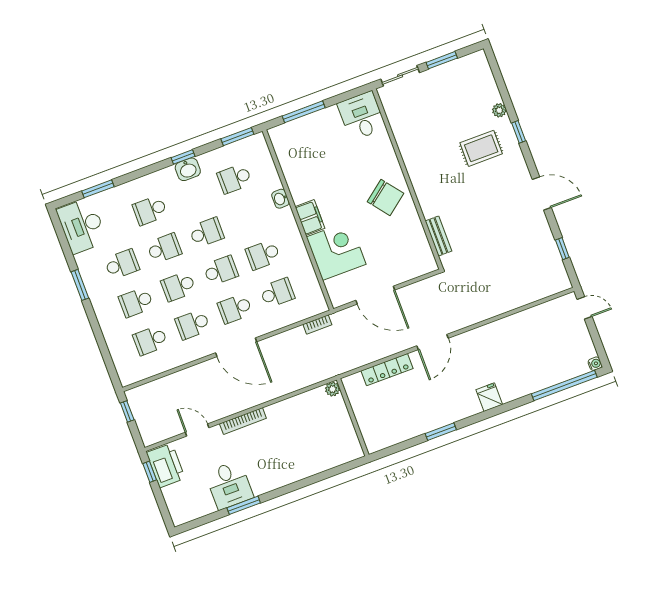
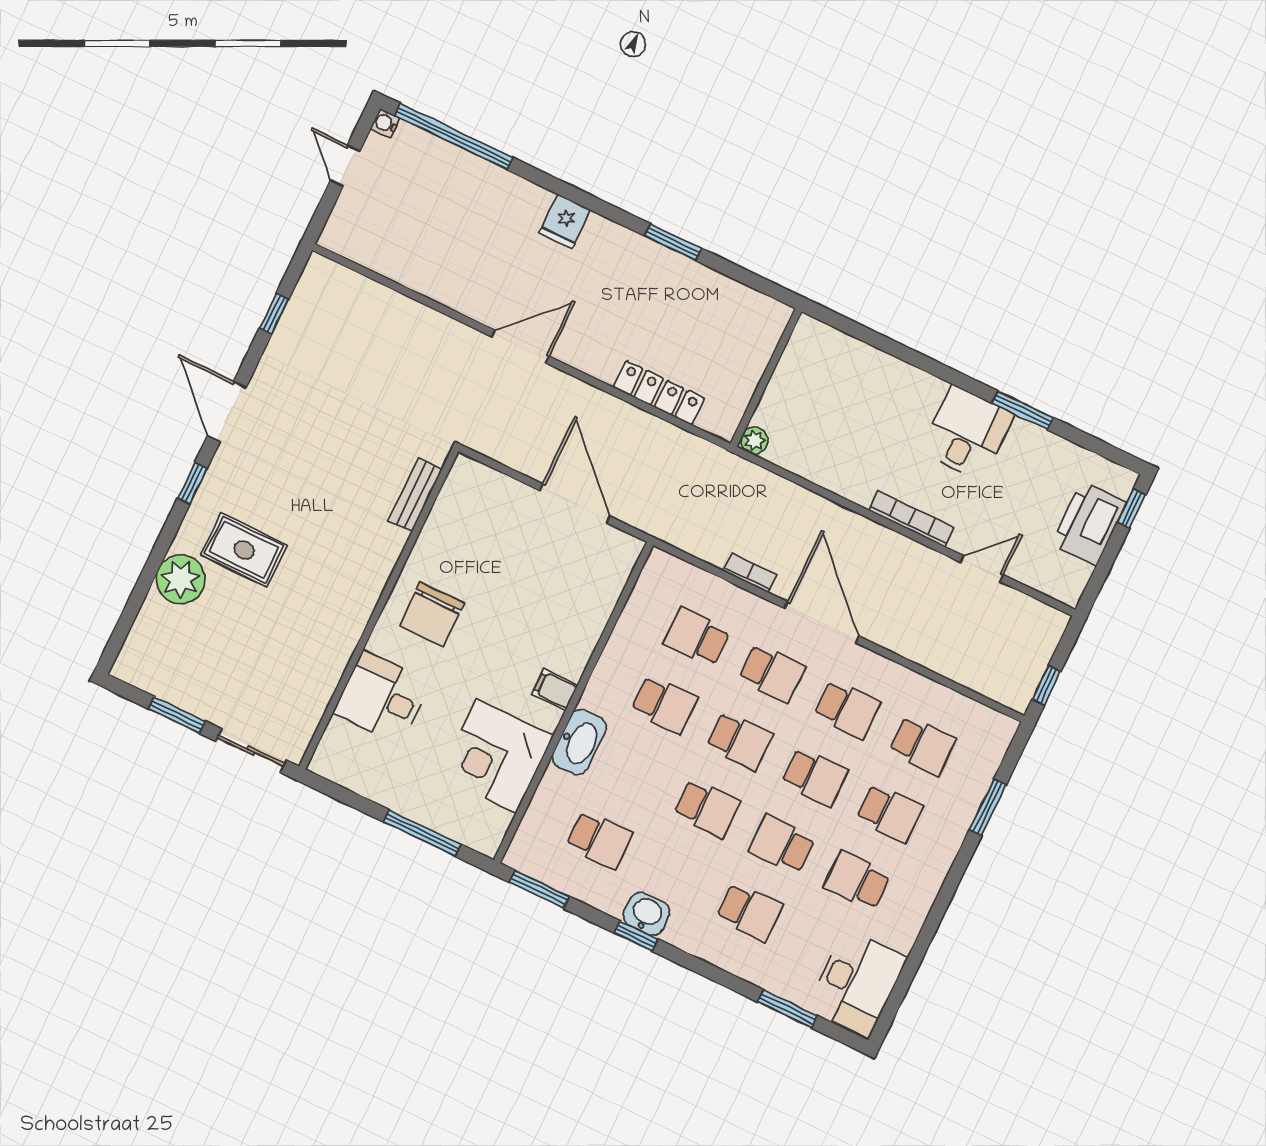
plant: (499, 110) -> (180, 579), width x1.88, depth x1.88
desk: (361, 116) -> (382, 698), moved, turned 90
window: (519, 132) -> (192, 483), moved
chair: (385, 197) -> (432, 615), turned -142
washbasin: (280, 199) -> (579, 742), width x1.91, depth x1.45
filing cabinet: (310, 218) -> (555, 690), width x0.50
school desk: (206, 232) -> (707, 808), turned 180
corner desk: (336, 251) -> (496, 756), moved
school desk: (221, 271) -> (739, 741), turned 180
window: (80, 285) -> (988, 807), moved
door: (584, 308) -> (345, 166), moved
bookcase: (317, 325) -> (750, 573), moved
door: (433, 342) -> (520, 347), moved
door: (197, 430) -> (982, 569), swing flipped
printer: (166, 465) -> (1089, 523), moved
window: (150, 472) -> (1132, 509), moved
desk: (229, 485) -> (967, 433), moved

